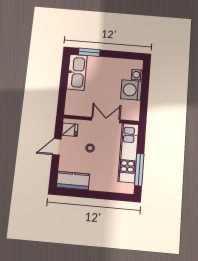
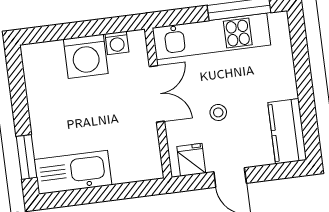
washing machine: (137, 75) -> (117, 43), moved
double door: (106, 120) -> (157, 94), swing flipped

